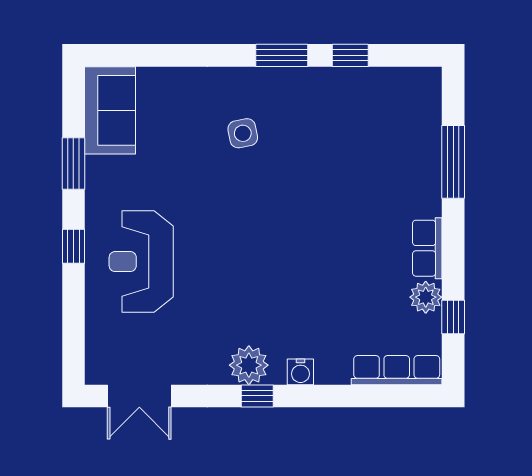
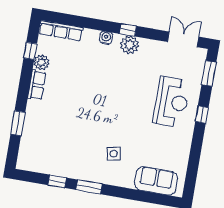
sofa: (110, 110) -> (156, 181), moved, turned 90
window: (453, 162) -> (18, 123), width x0.69
window: (73, 163) -> (209, 74), moved

